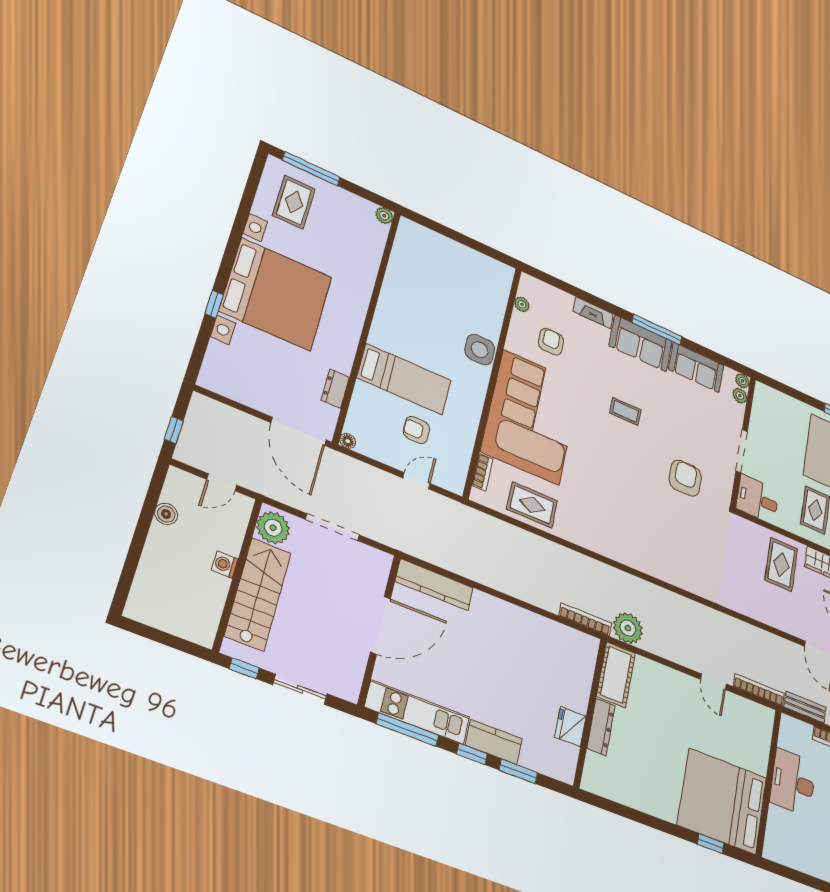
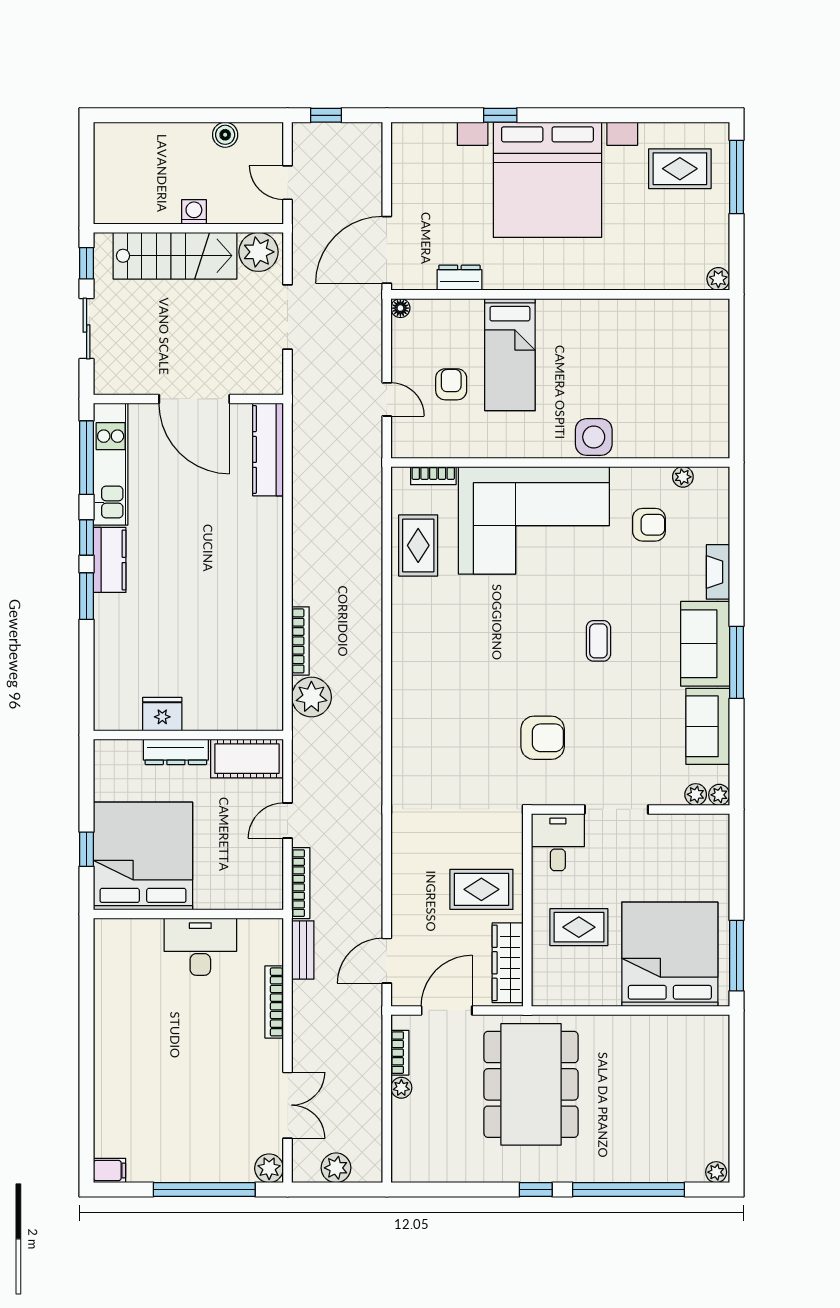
cot: (616, 675) -> (247, 759), moved
wall: (590, 712) -> (188, 735), moved
fridge: (570, 727) -> (162, 714), moved
dresser: (601, 727) -> (176, 752), moved

